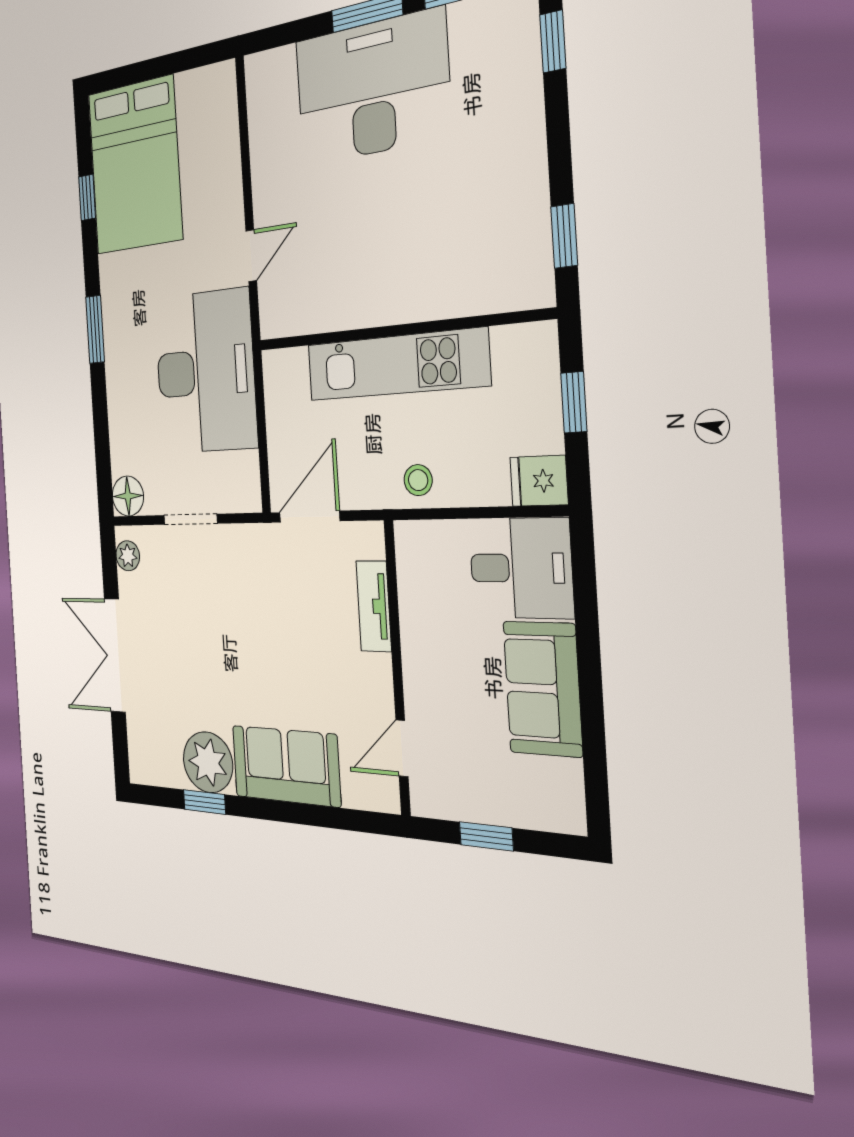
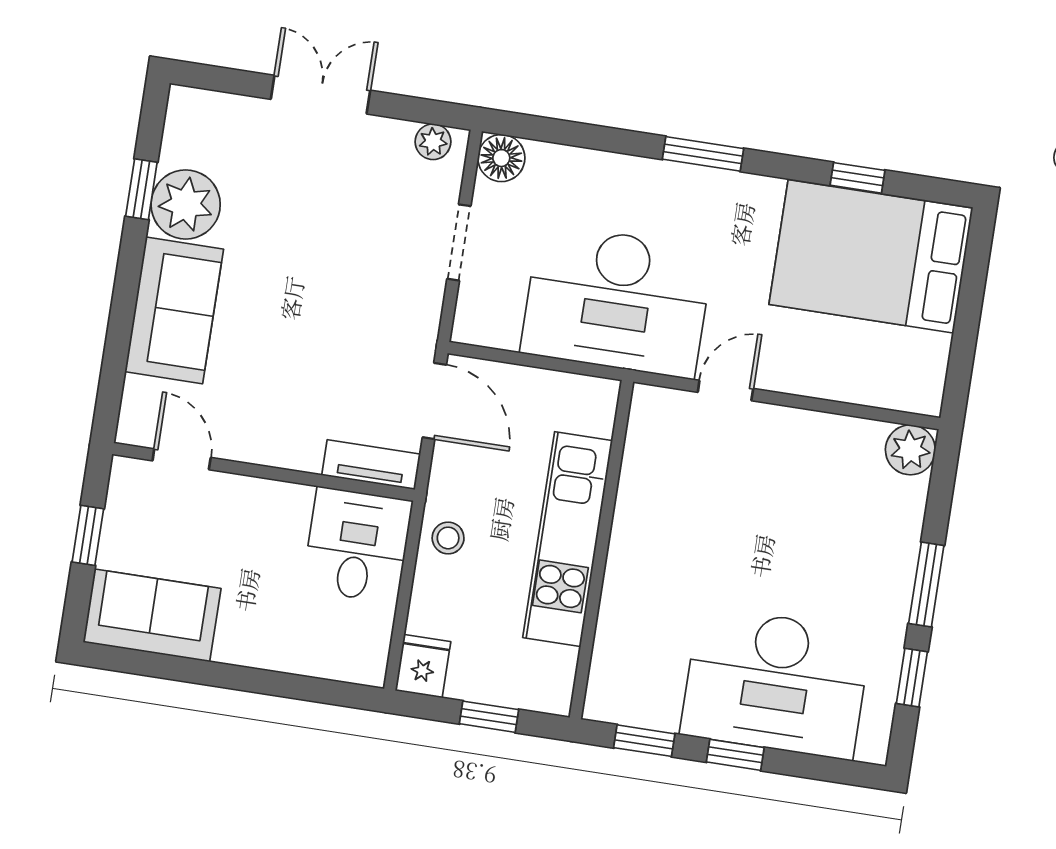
window: (553, 41) -> (735, 755), moved
plant: (264, 74) -> (910, 450), added
desk: (372, 88) -> (776, 683), moved, turned 90
door: (251, 256) -> (725, 390), swing flipped
desk: (521, 568) -> (357, 545), moved, turned 180
tv unit: (374, 606) -> (371, 465), moved
double door: (115, 655) -> (321, 95), width x0.73
sofa: (543, 689) -> (152, 615), moved

